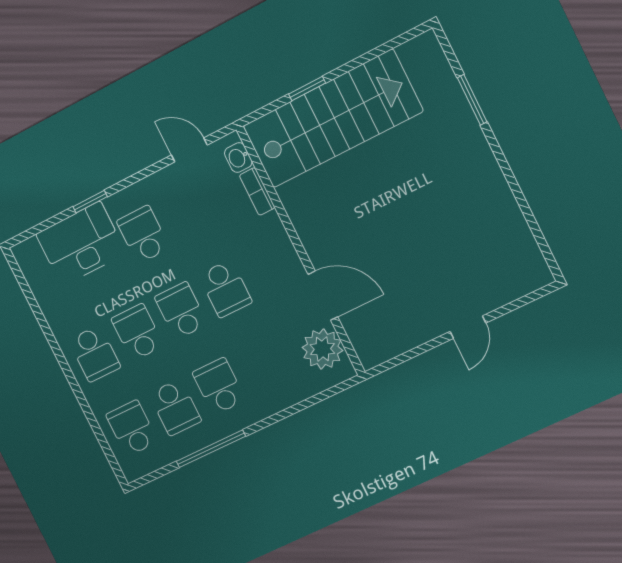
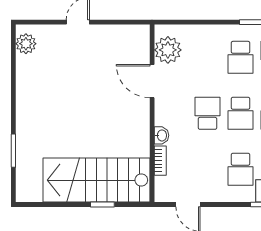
washbasin: (238, 158) -> (162, 135), moved
plant: (528, 261) -> (26, 44), added

